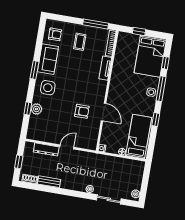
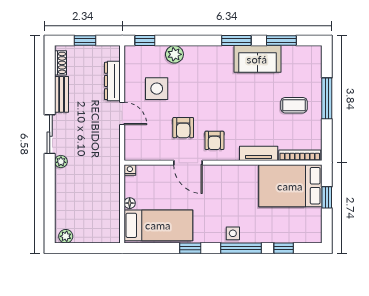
window: (96, 24) -> (327, 98), moved
armchair: (55, 34) -> (214, 140), moved
window: (39, 43) -> (281, 41), added
bed: (150, 56) -> (290, 186), moved
side table: (48, 88) -> (157, 89), moved
window: (28, 109) -> (145, 41), moved
door: (104, 112) -> (188, 163), hinge flipped
sliding door: (109, 199) -> (50, 134), moved

